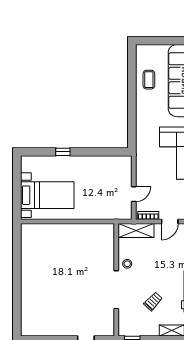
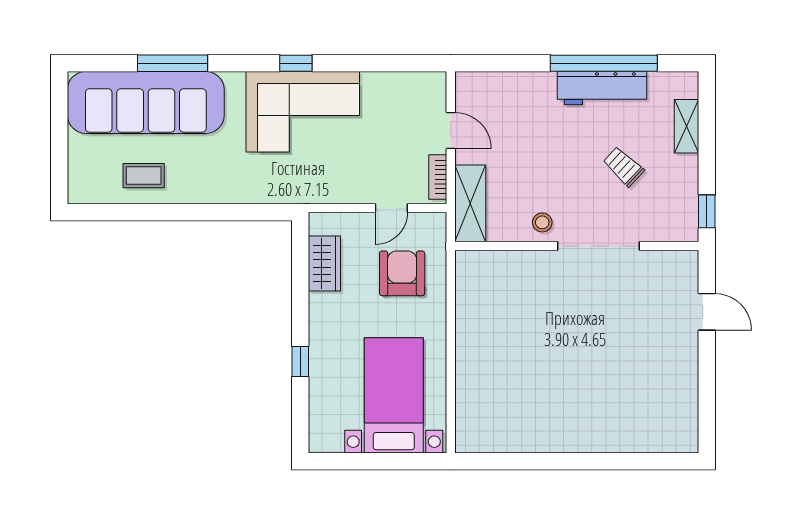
wardrobe: (108, 163) -> (324, 263), added
door: (134, 194) -> (391, 208), swing flipped
armchair: (104, 199) -> (402, 273), added

